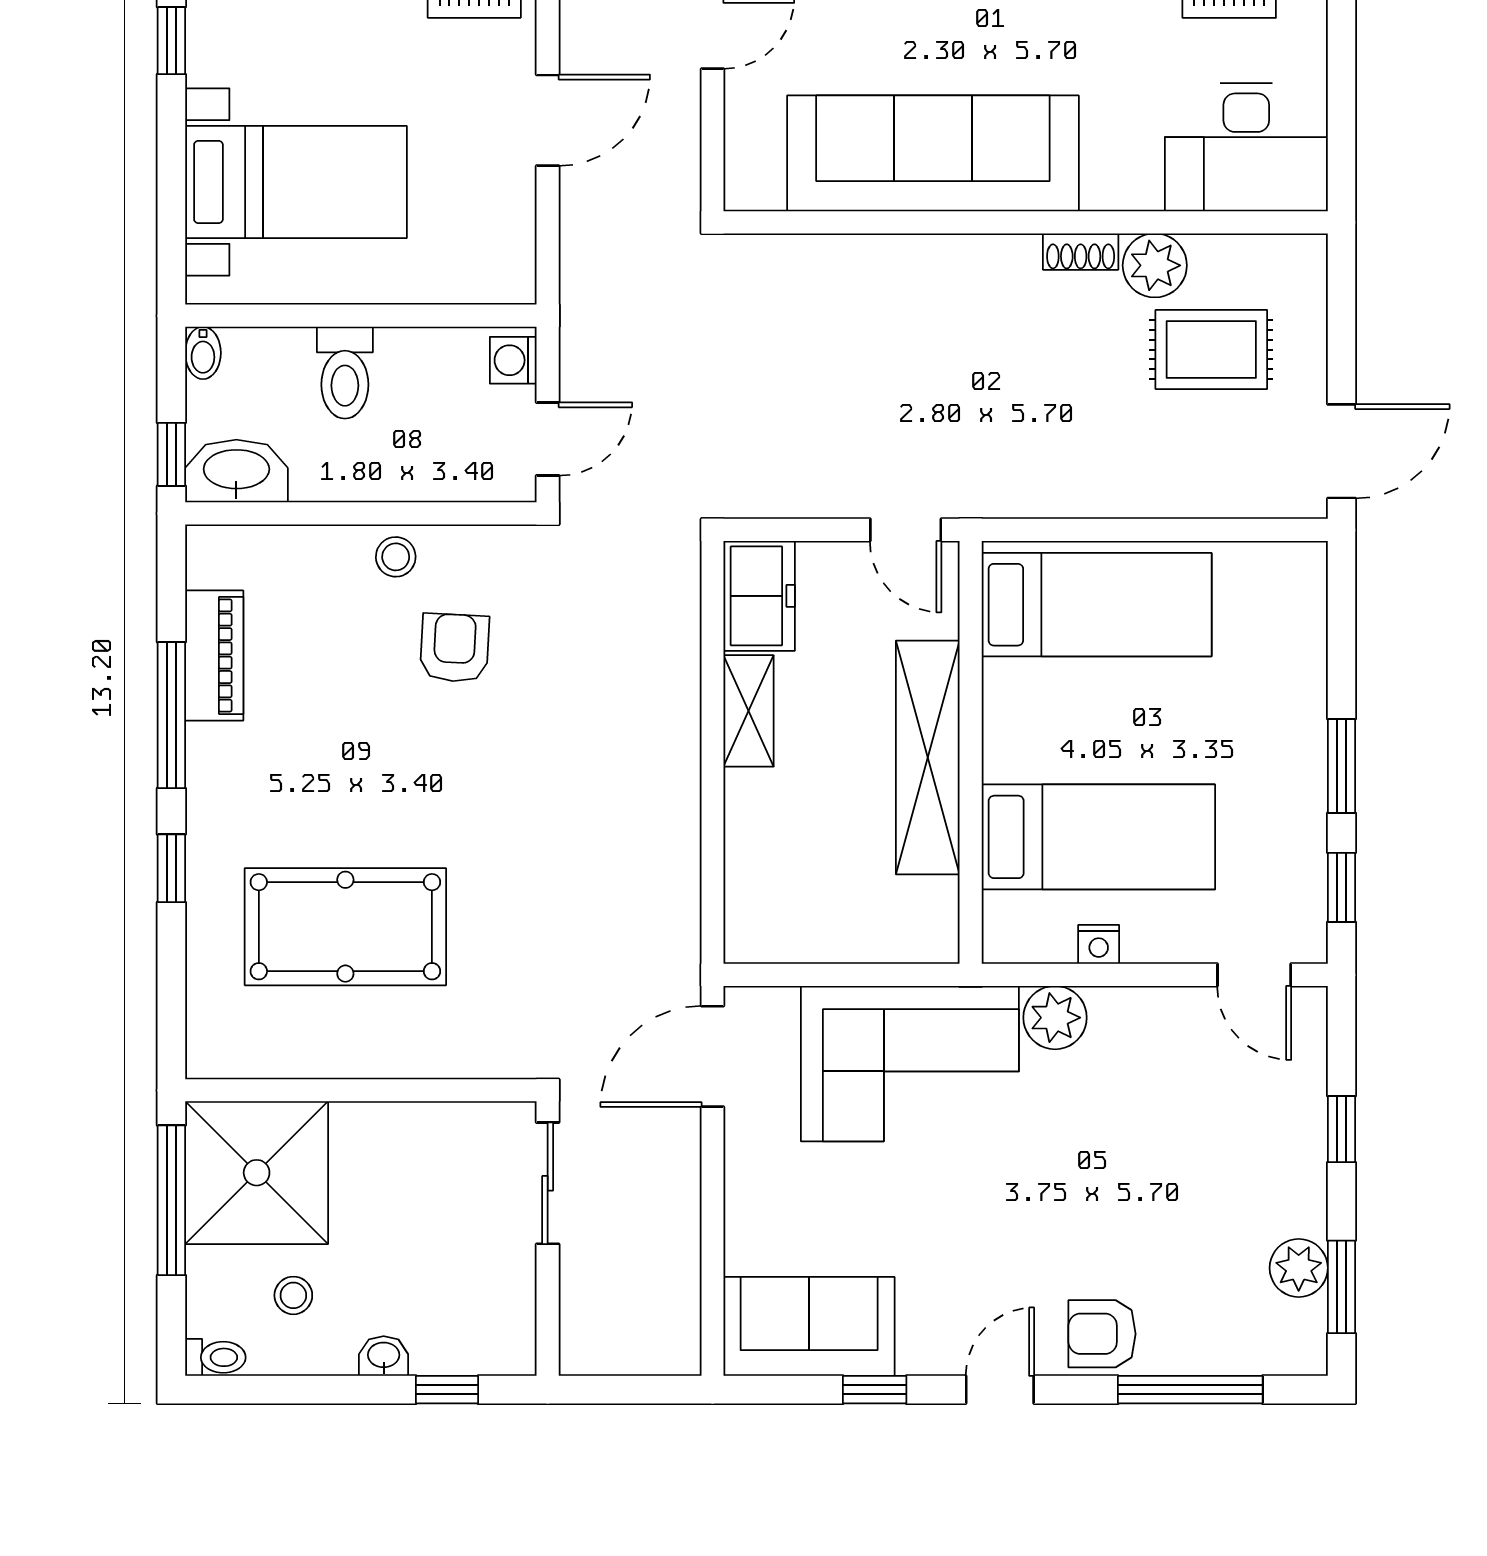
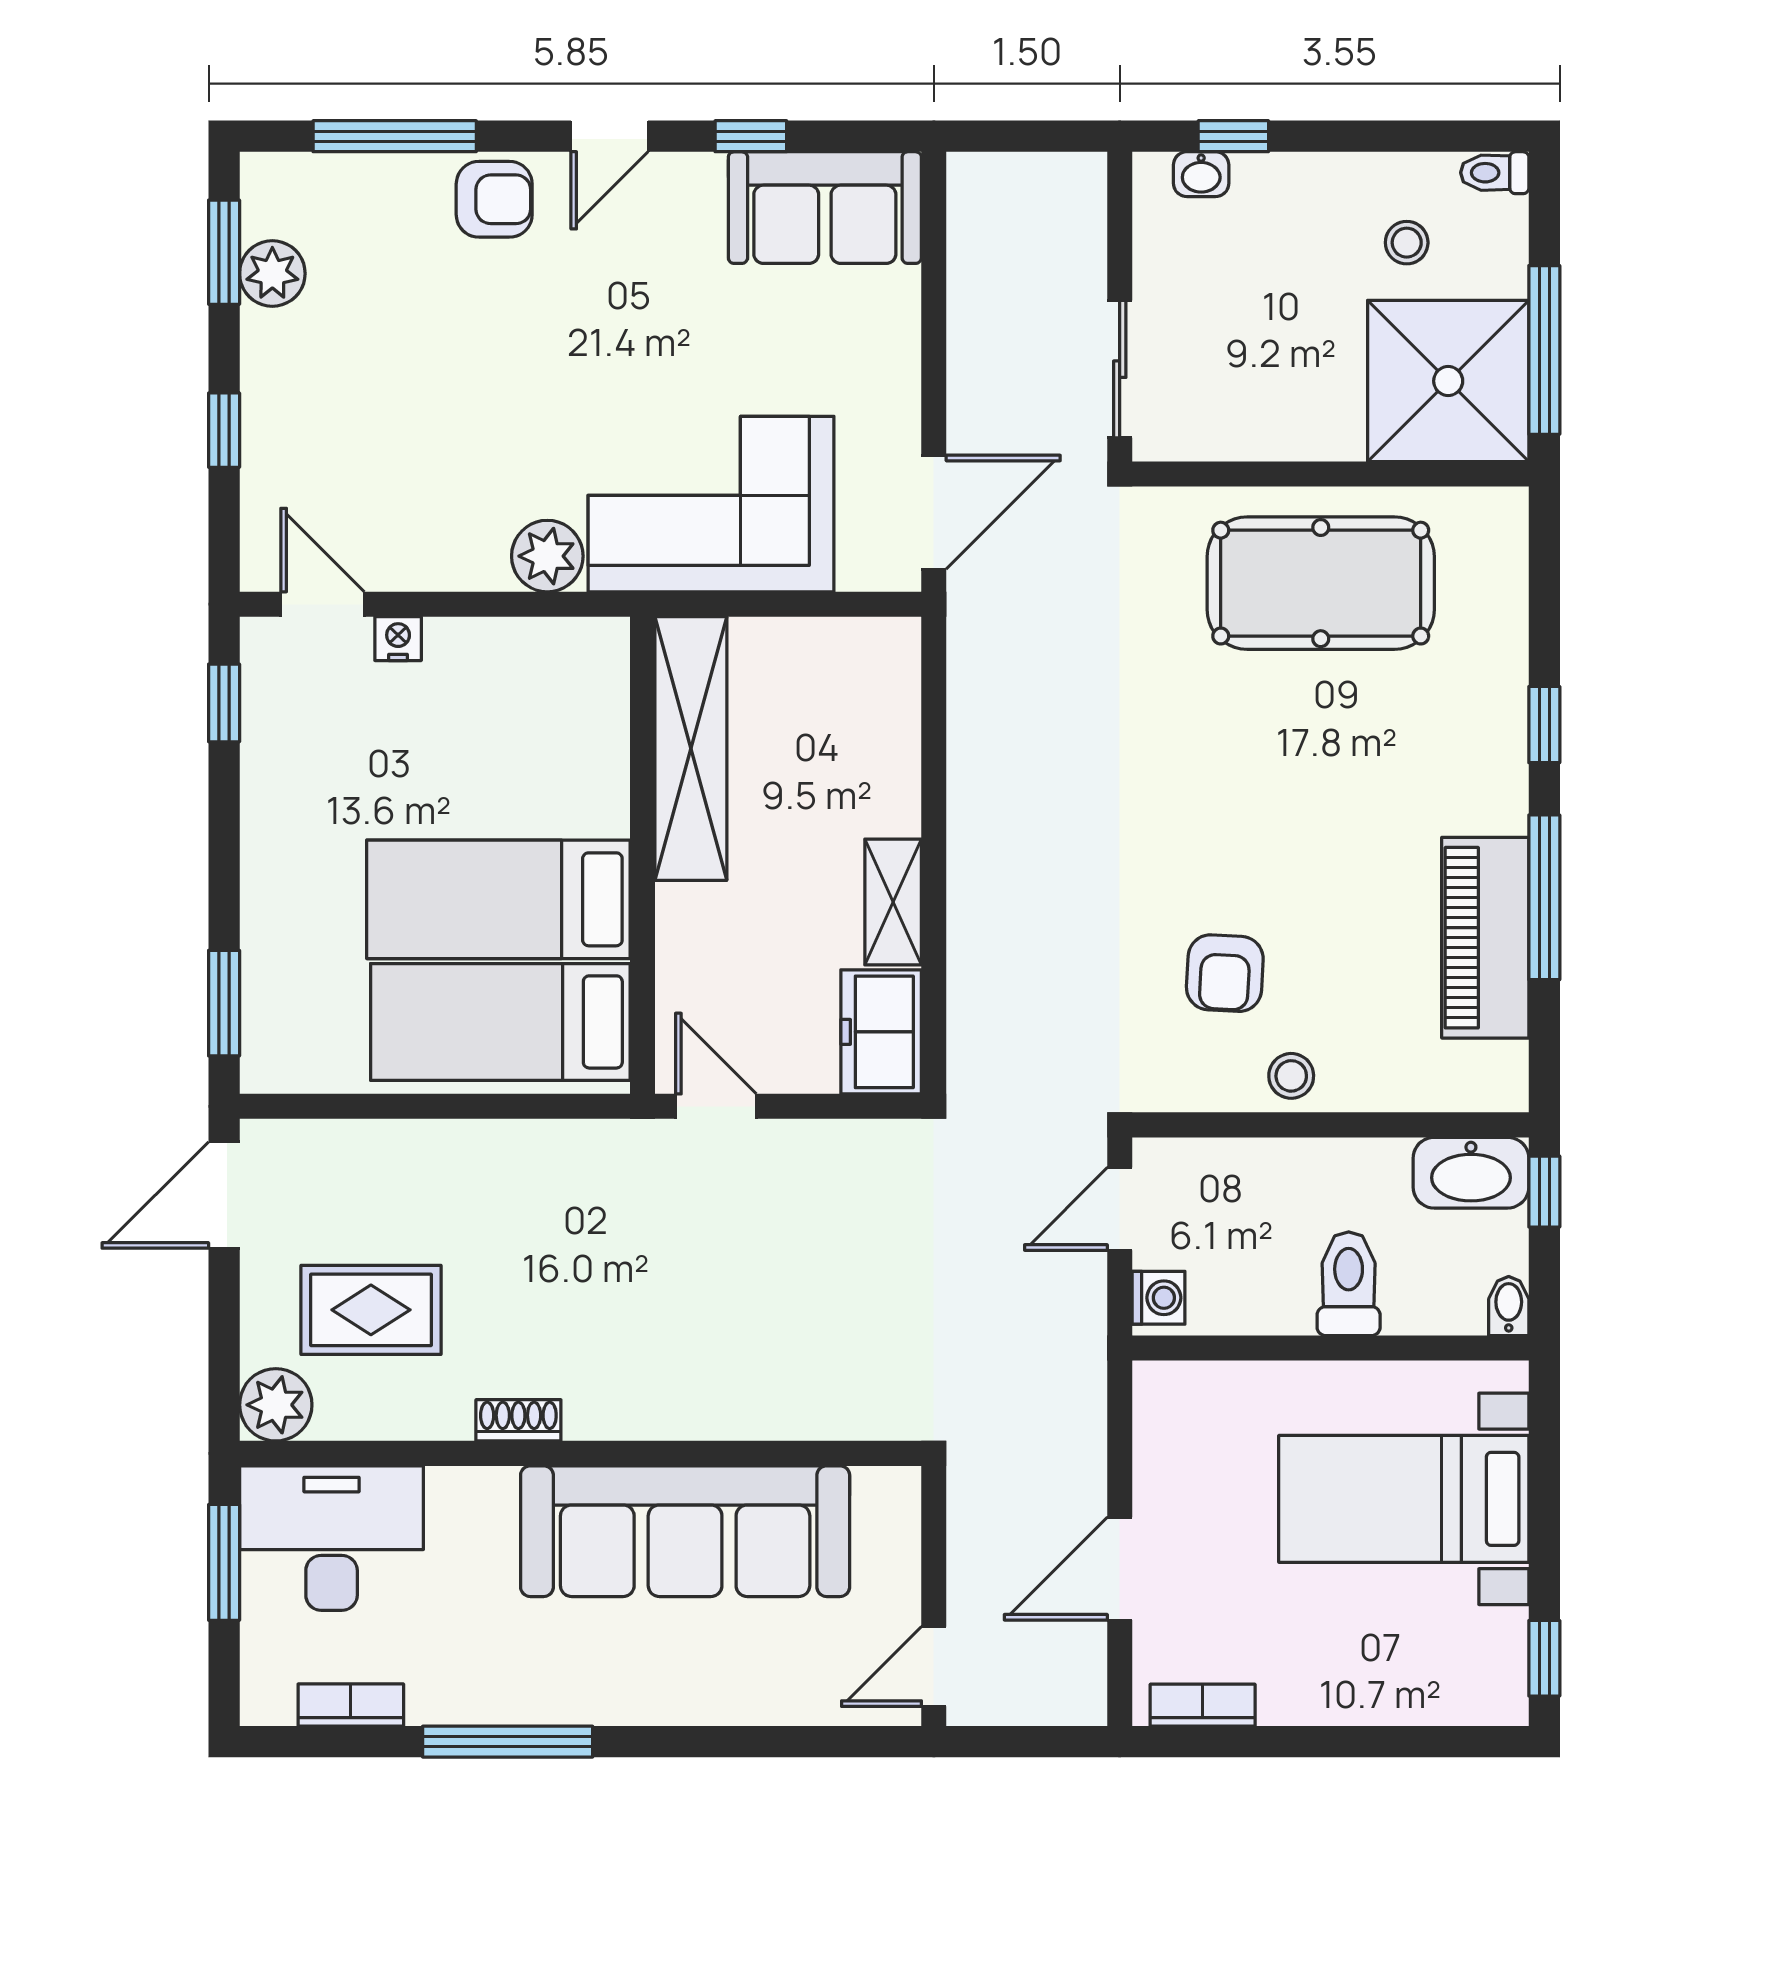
window: (1341, 126) -> (224, 1562), added
plant: (1155, 265) -> (276, 1405), moved
piano: (214, 656) -> (1485, 938), width x1.37, depth x1.33
shelving: (928, 758) -> (691, 749), moved
window: (1341, 766) -> (224, 1003), moved
bed: (1098, 837) -> (498, 899), moved
pool table: (345, 927) -> (1321, 583), moved
nightstand: (1099, 944) -> (398, 639), moved
washbasin: (384, 1356) -> (1201, 174), moved

